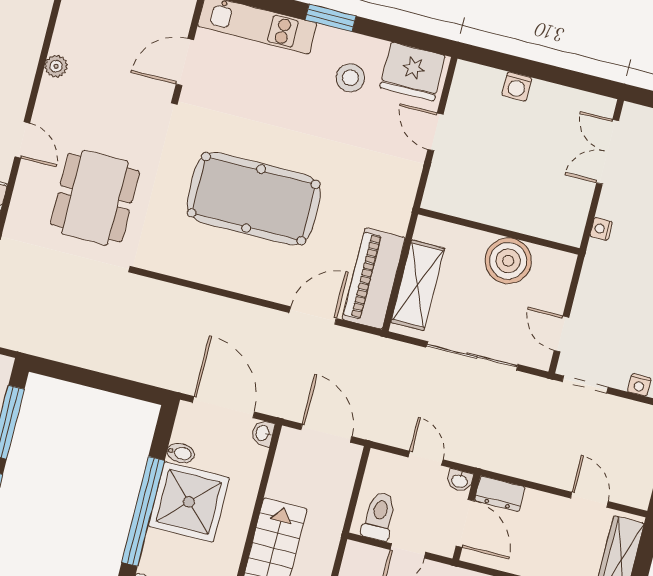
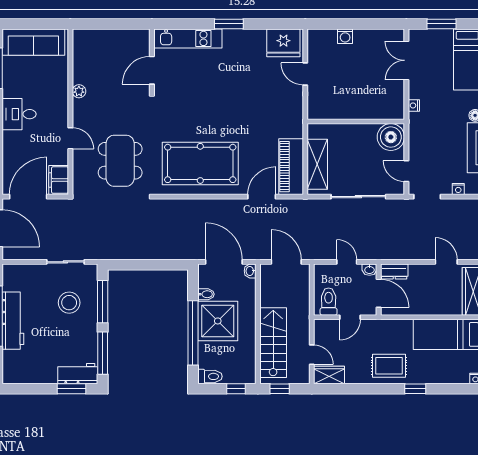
stool: (350, 78) -> (249, 55), removed
pool table: (254, 199) -> (200, 163), moved
boiler: (508, 261) -> (391, 137), moved

